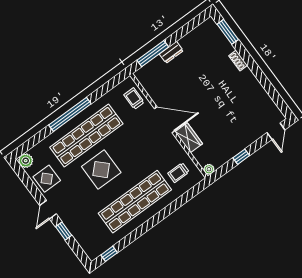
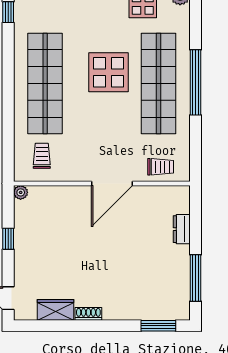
dresser: (171, 52) -> (182, 229), moved
window: (153, 54) -> (195, 278), moved
shoe rack: (238, 61) -> (88, 314), moved
wardrobe: (189, 138) -> (56, 310), moved, turned 180

